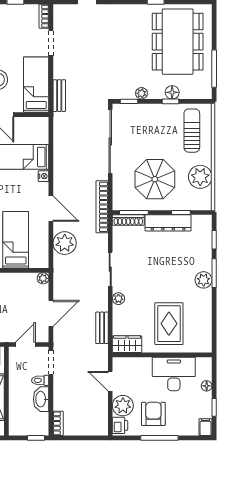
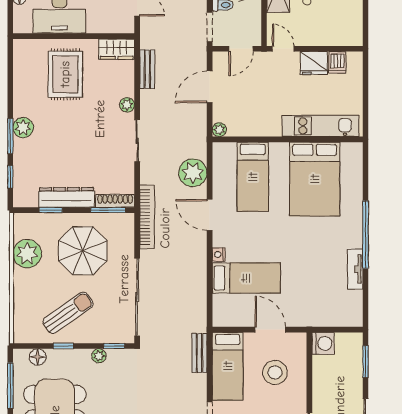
floor lamp: (172, 92) -> (38, 357), moved
sun lounger: (192, 131) -> (68, 313), moved, turned -125

